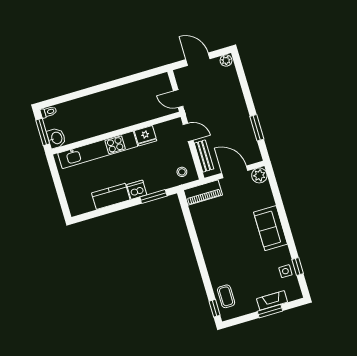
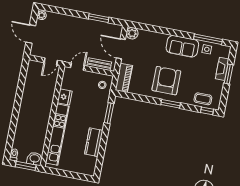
door: (198, 59) -> (31, 34), hinge flipped
door: (235, 172) -> (121, 49), hinge flipped
dishwasher: (137, 190) -> (98, 122), removed
sofa: (271, 228) -> (182, 46), moved
armchair: (225, 243) -> (166, 81), added
window: (201, 262) -> (171, 104), added
window: (298, 267) -> (208, 39), width x2.17

